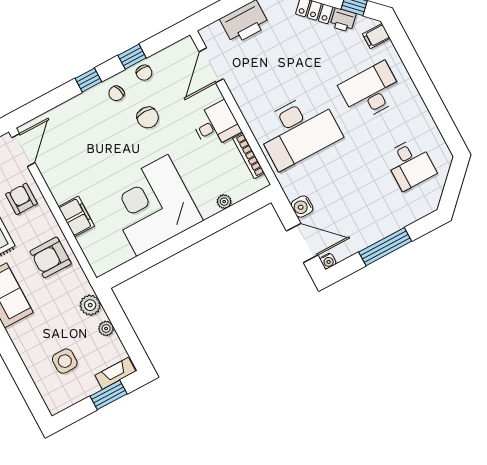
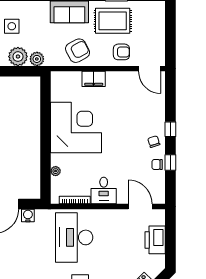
chair: (148, 117) -> (130, 152), removed
armchair: (51, 257) -> (78, 51), turned 62
plant: (106, 328) -> (18, 57), width x1.87, depth x1.87

